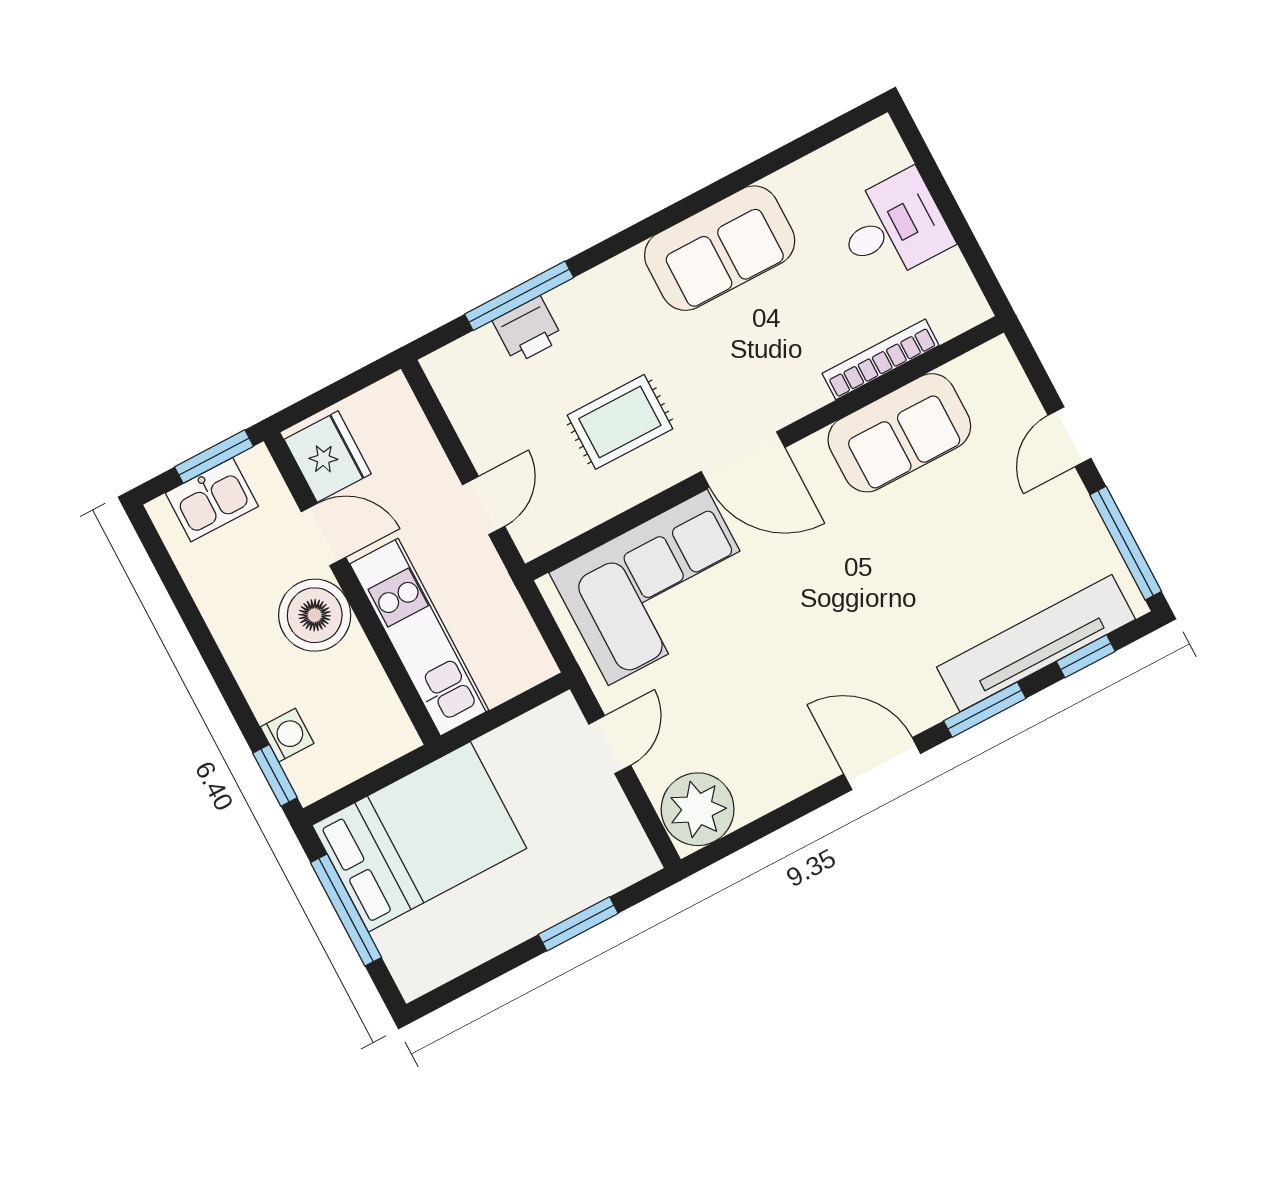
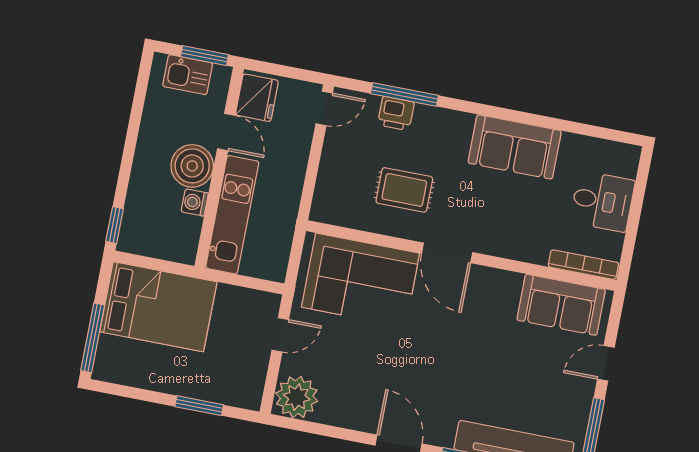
bookcase: (881, 359) -> (583, 265), moved
sofa: (899, 433) -> (561, 305), moved
door: (484, 505) -> (324, 108), moved
washing machine: (287, 735) -> (195, 202), moved, turned 180
window: (346, 910) -> (93, 338), moved

